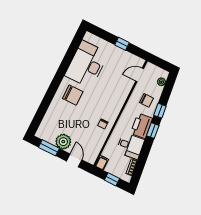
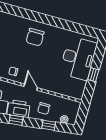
desk: (87, 64) -> (78, 58), moved, turned 90
door: (140, 75) -> (31, 87), moved
window: (160, 111) -> (49, 125), moved

